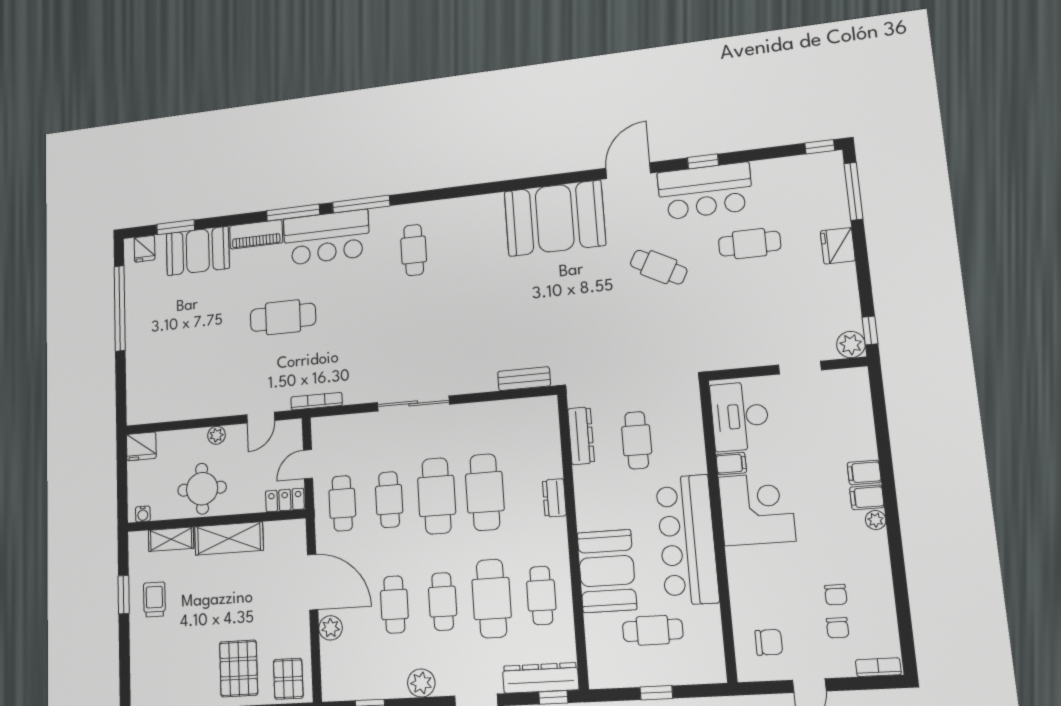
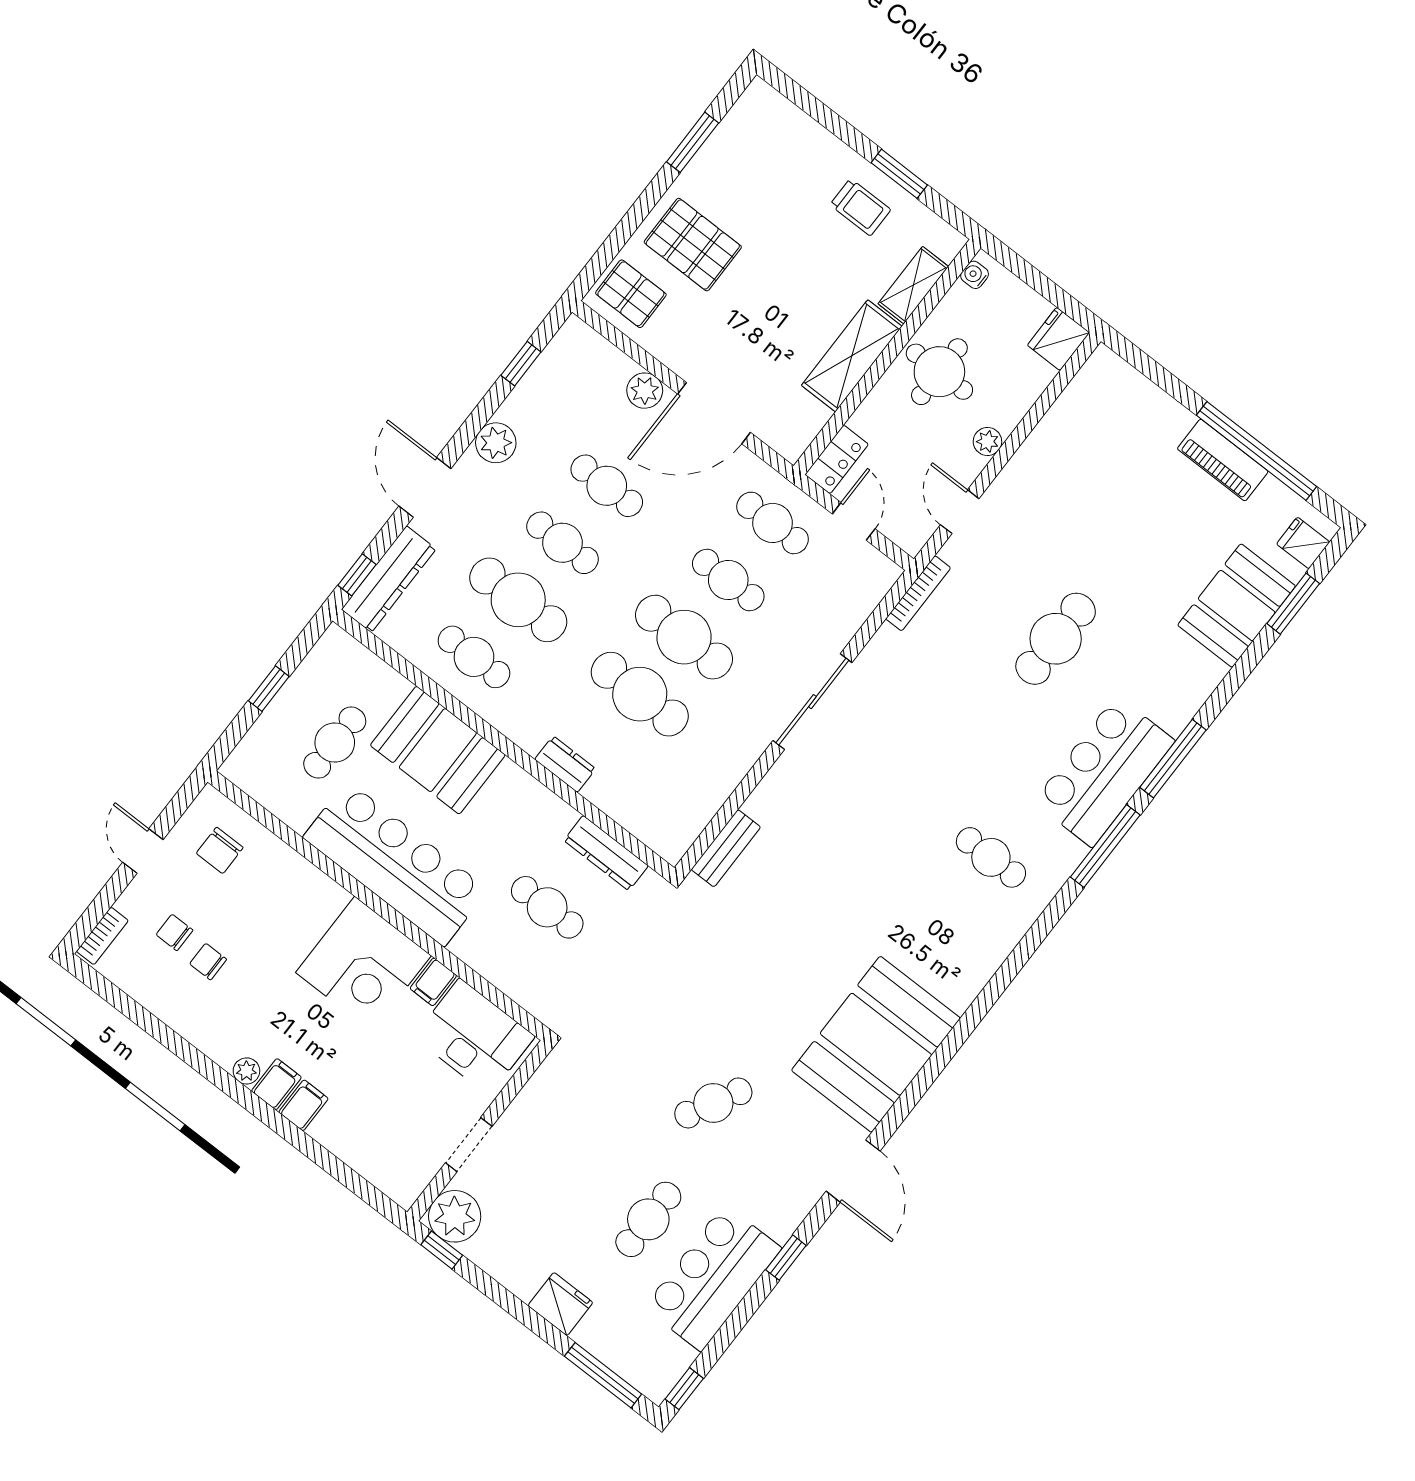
bar counter: (705, 191) -> (713, 1278), moved
piano: (256, 234) -> (1223, 460), moved, turned -90
plant: (851, 345) -> (455, 1216), width x1.36, depth x1.36

